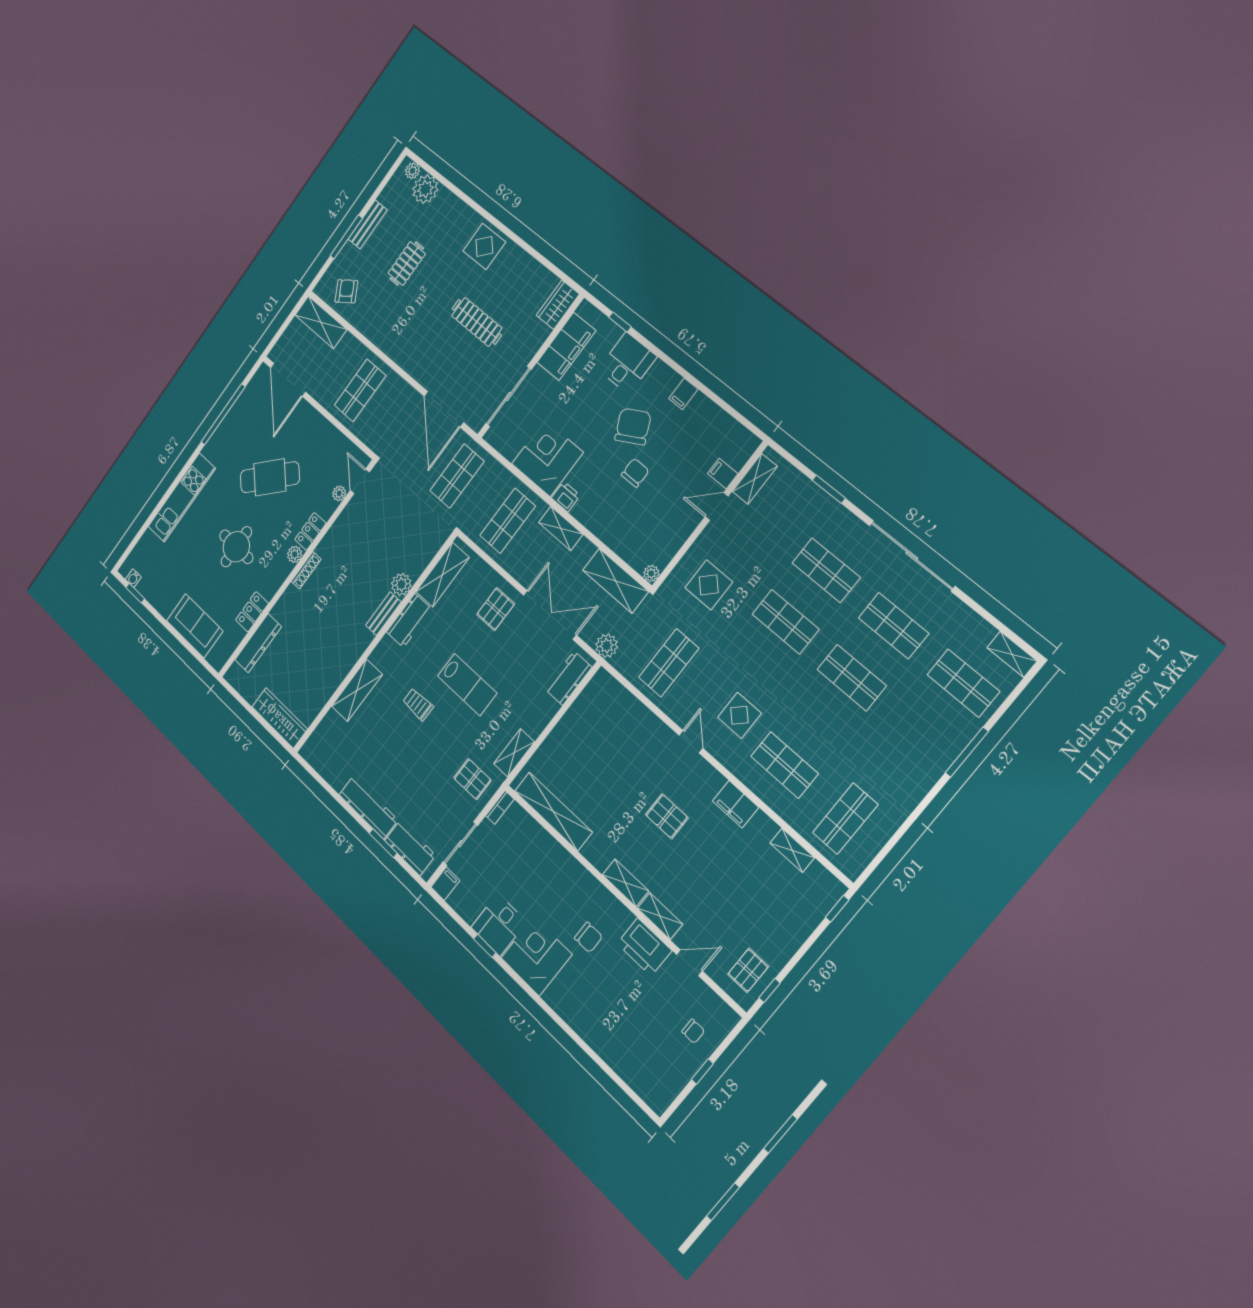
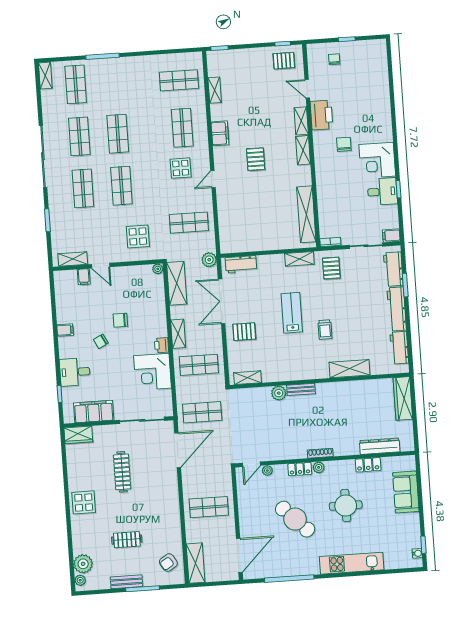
chair: (633, 427) -> (101, 341), width x0.54, depth x0.54
shelving: (443, 575) -> (248, 378), width x0.67, depth x0.75
workbench: (409, 620) -> (399, 348), moved, turned -90

